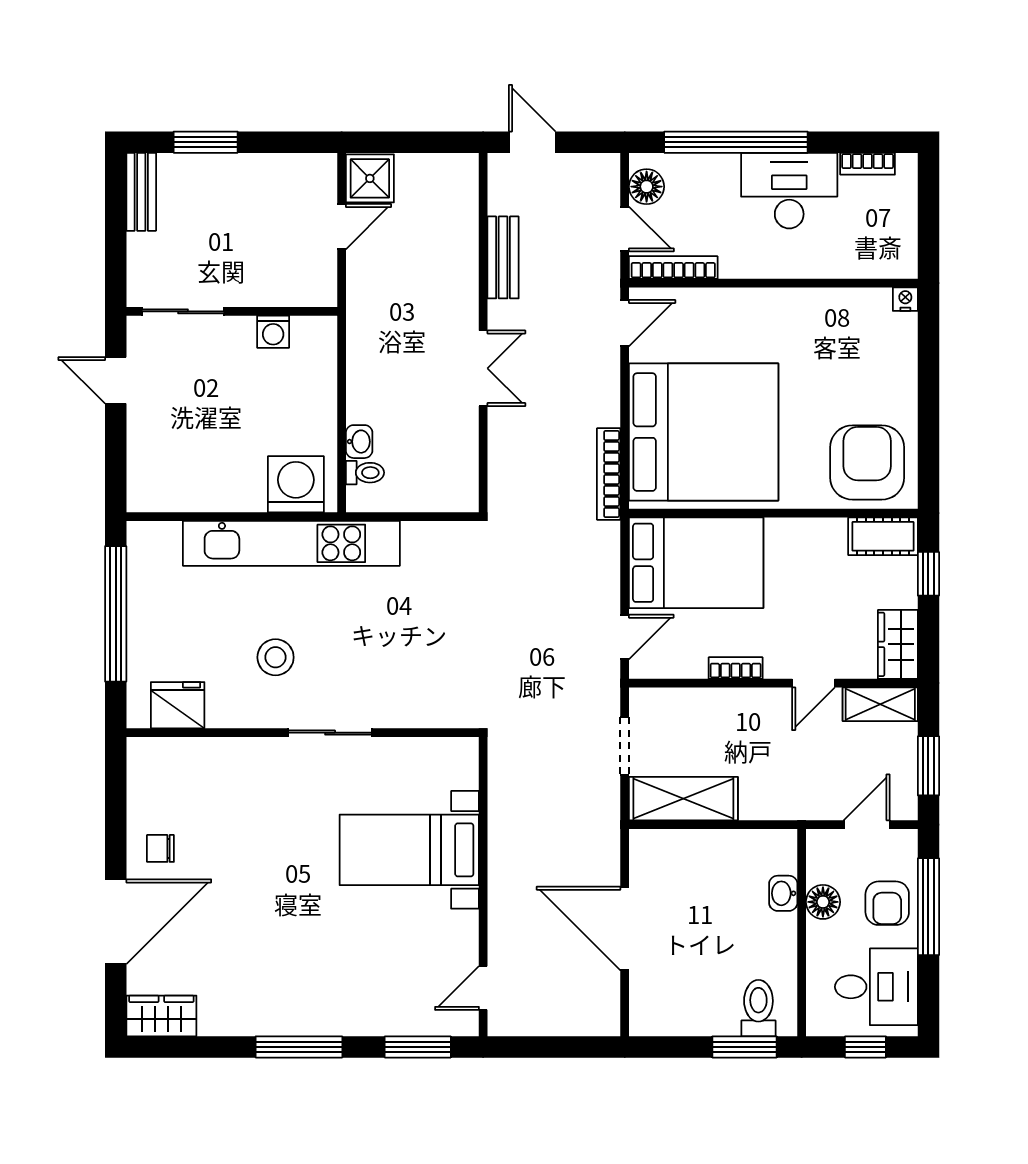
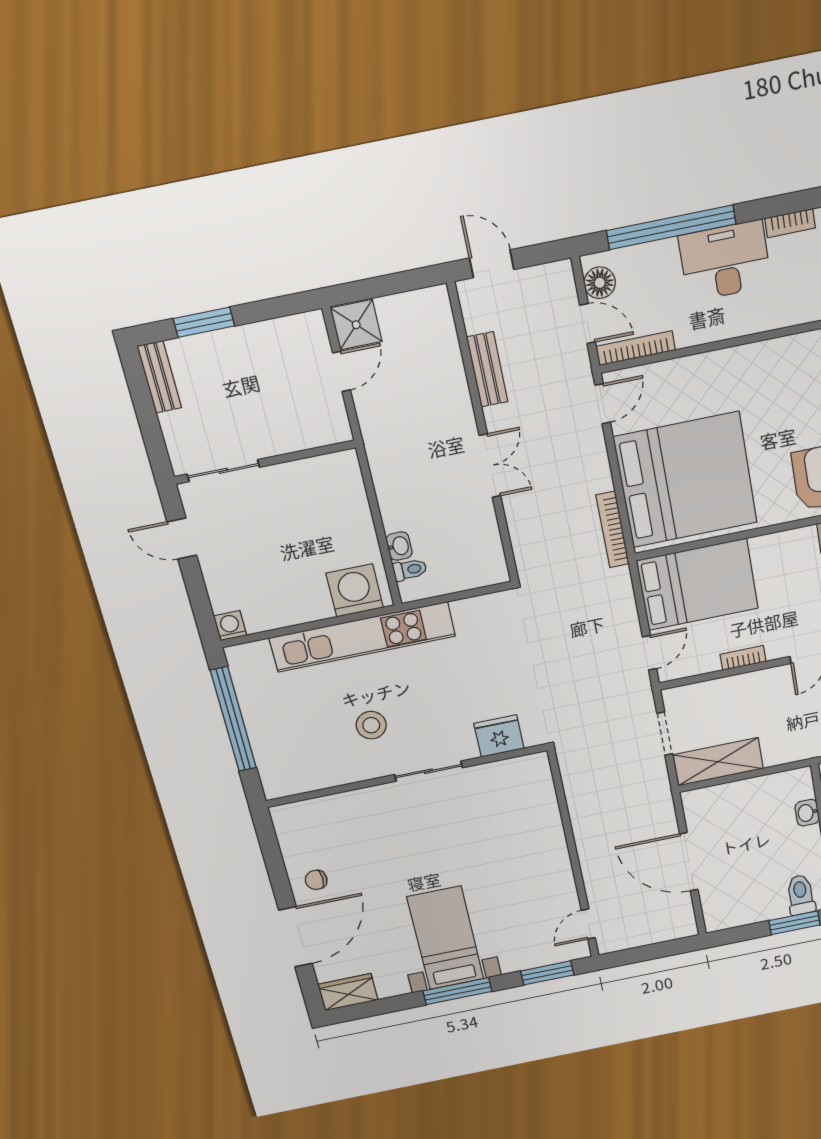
washing machine: (273, 332) -> (230, 626), moved, turned 180
fridge: (178, 705) -> (499, 736), moved
bed with nightstands: (409, 850) -> (445, 938), moved, turned 90

